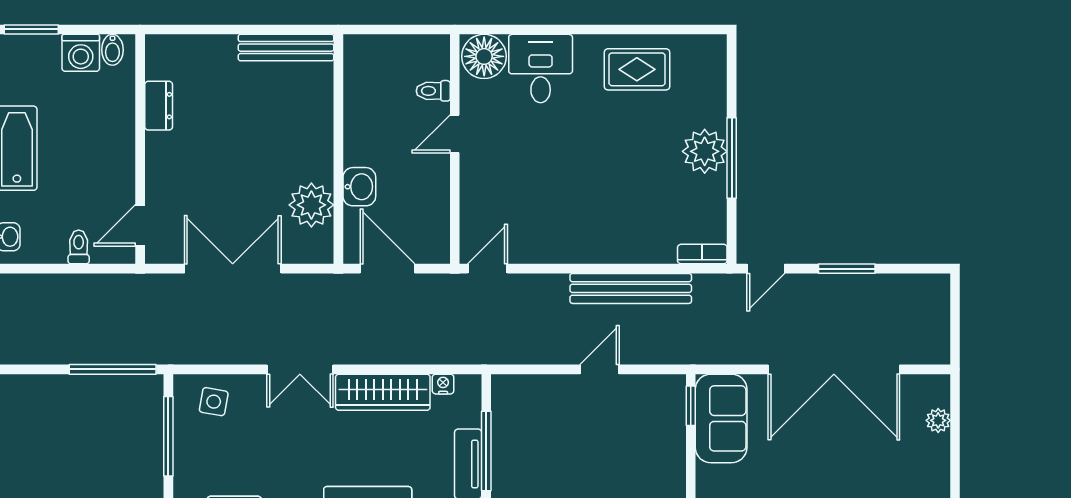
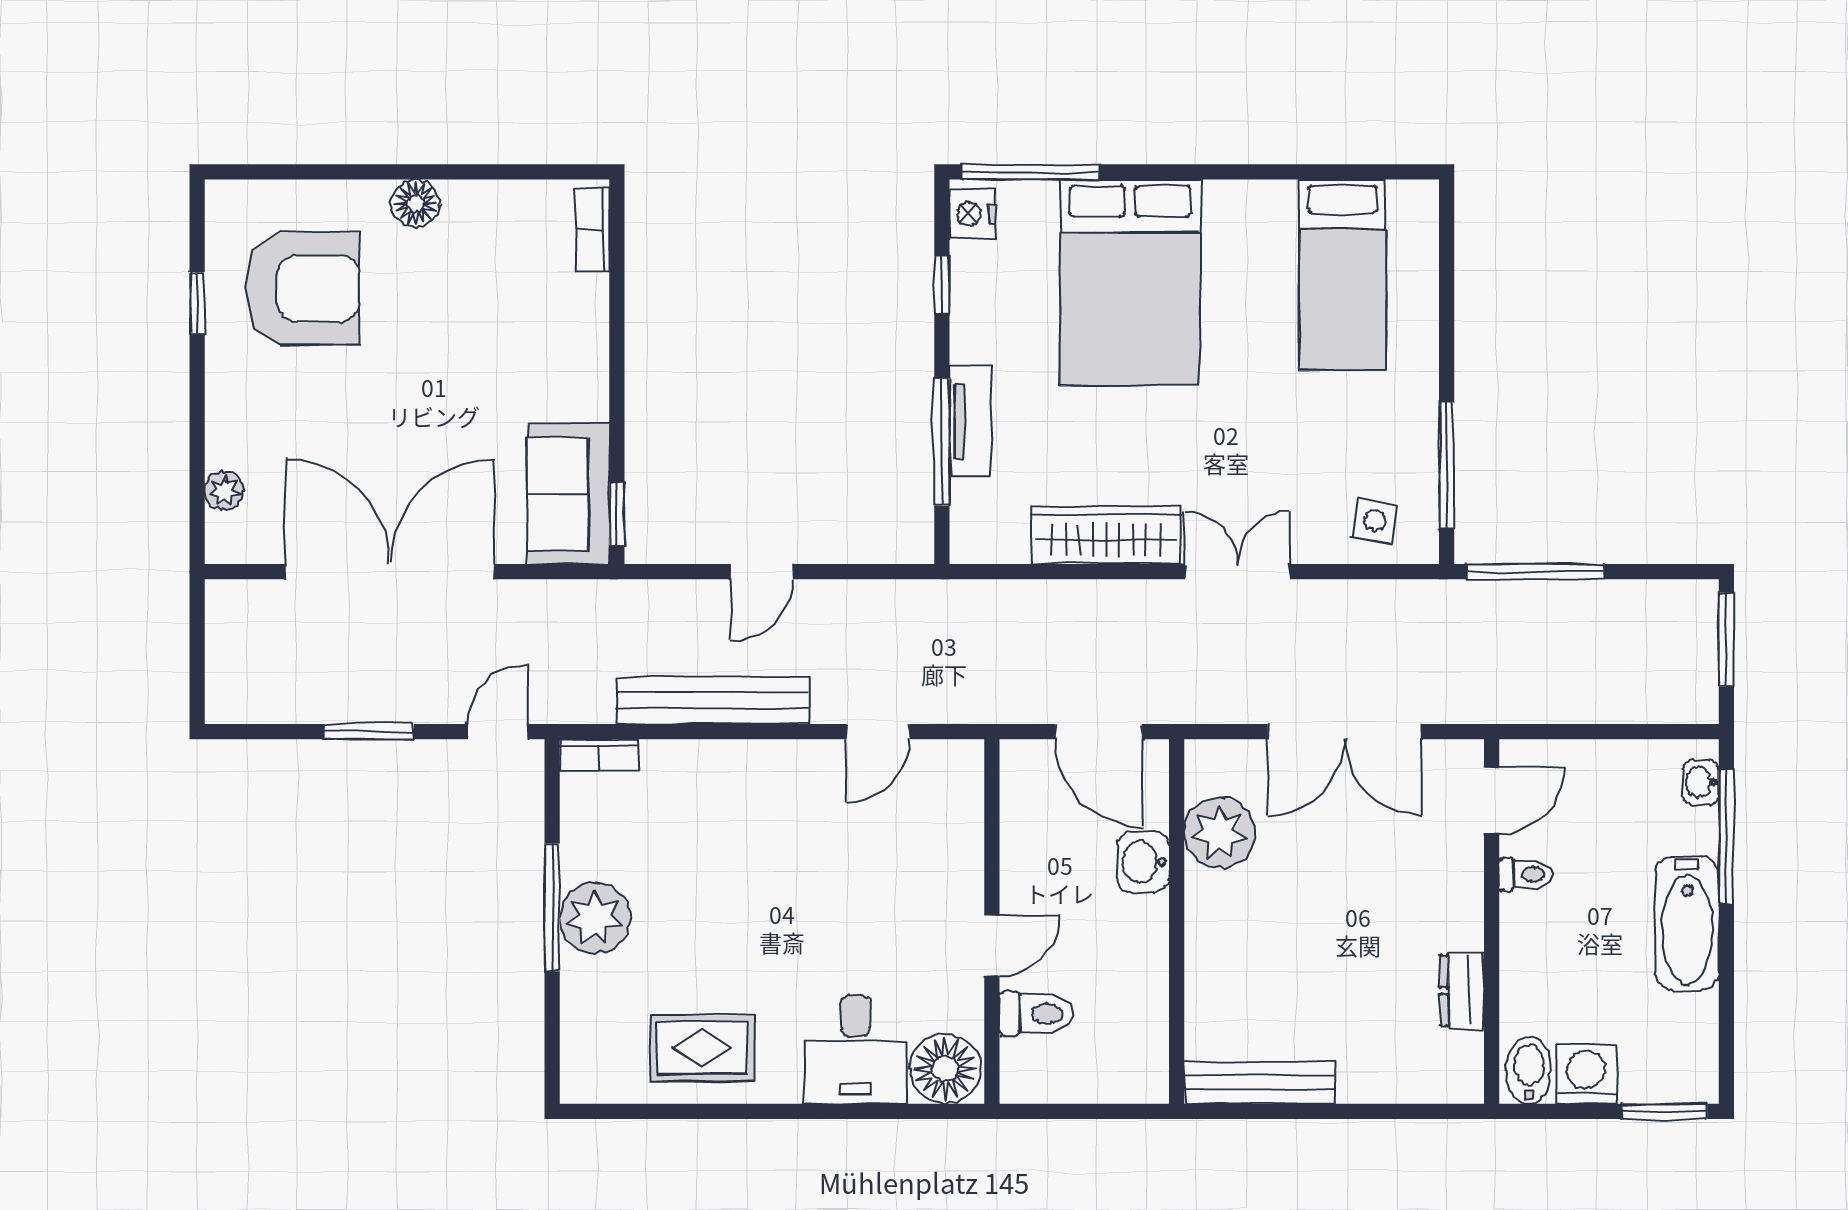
bidet: (112, 50) -> (1529, 1070), width x1.38, depth x1.36
toilet: (433, 91) -> (1036, 1014), width x1.37, depth x1.39
toilet: (79, 247) -> (1526, 874), moved, turned -90
door: (488, 269) -> (878, 732), moved
nightstand: (443, 384) -> (1010, 548), removed

